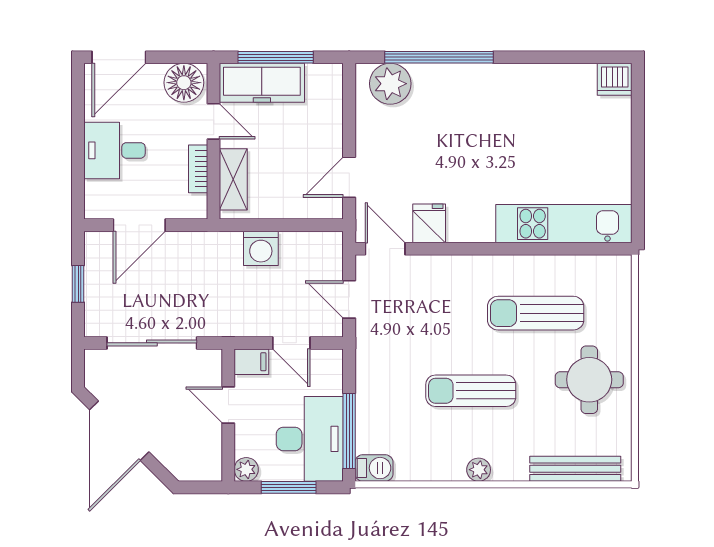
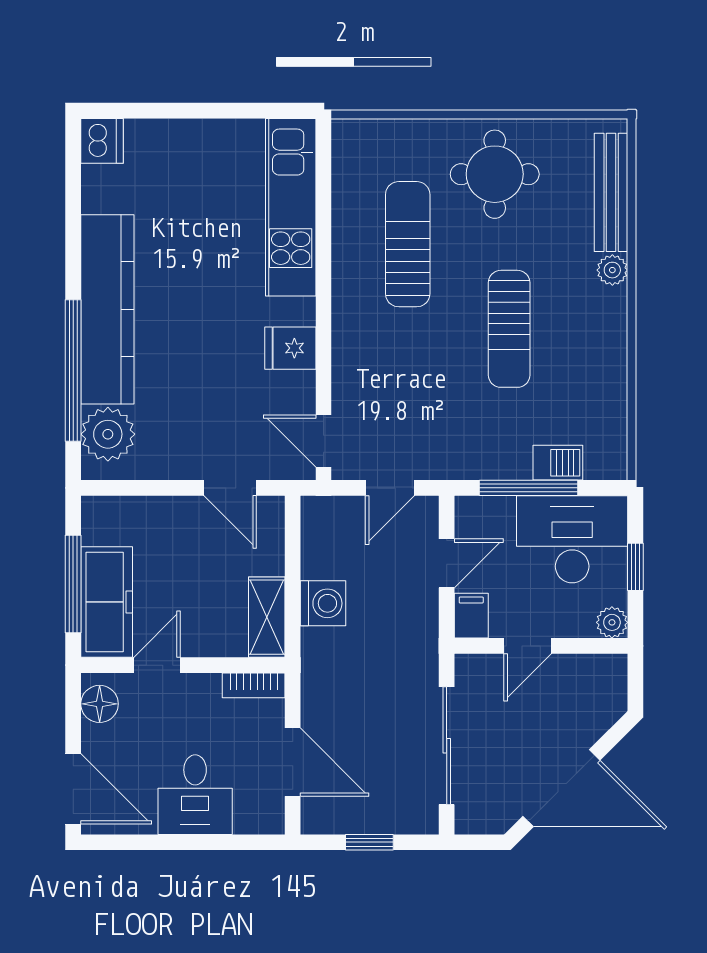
floor lamp: (184, 83) -> (100, 704), width x0.73, depth x0.73
kitchen counter: (486, 83) -> (107, 309), added
bookcase: (198, 169) -> (254, 685), moved
shelving: (233, 179) -> (267, 617), moved, turned 90
fridge: (429, 223) -> (290, 348), moved
door: (385, 249) -> (323, 441), hinge flipped
sun lounger: (536, 313) -> (408, 244), turned 180
window: (349, 431) -> (528, 488), moved
barbecue: (374, 468) -> (558, 463), moved, turned 90
plant: (479, 470) -> (612, 270), moved
window: (289, 487) -> (635, 567), width x0.67

